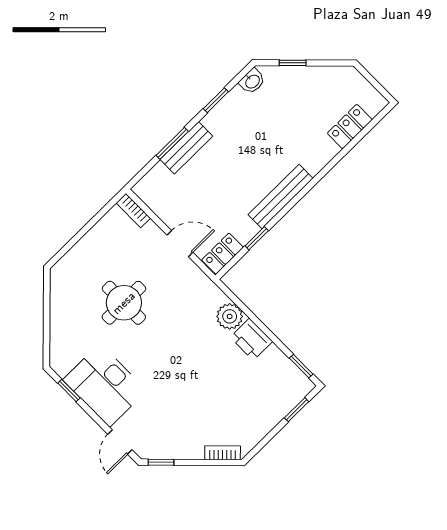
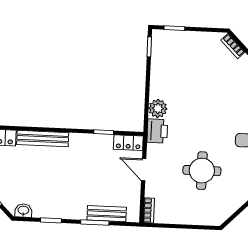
bench: (186, 148) -> (107, 214), moved
bench: (281, 196) -> (43, 139), moved
printer: (251, 339) -> (157, 131), moved

